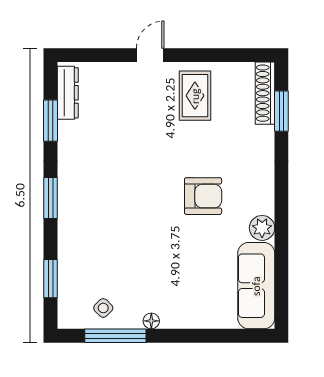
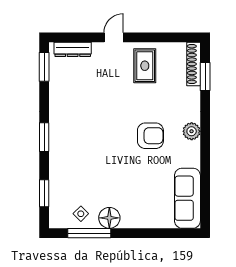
dresser: (68, 93) -> (73, 49), moved, turned 90
window: (51, 121) -> (44, 67), moved
plant: (262, 228) -> (192, 131), moved
floor lamp: (151, 321) -> (109, 218), width x1.89, depth x1.89

